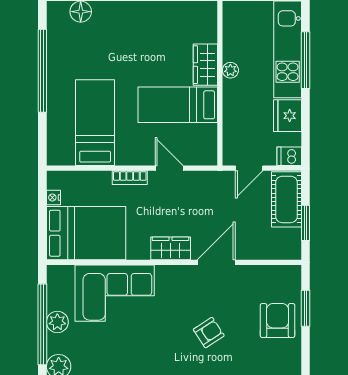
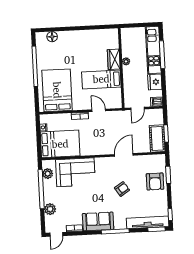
bed: (95, 123) -> (57, 90), width x1.50
cot: (286, 199) -> (157, 138), moved
wardrobe: (171, 248) -> (101, 149), removed
armchair: (278, 321) -> (155, 181), turned 180
plant: (57, 322) -> (48, 174), moved

